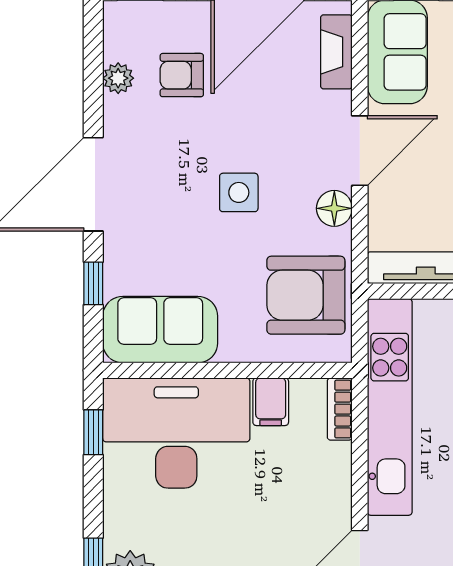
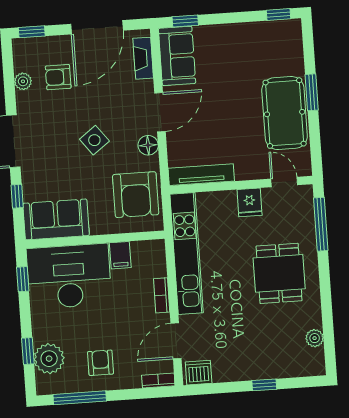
side table: (239, 192) -> (94, 140), turned -37
armchair: (306, 295) -> (136, 195), turned -90
bookcase: (340, 409) -> (162, 295), moved

